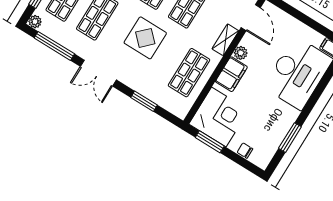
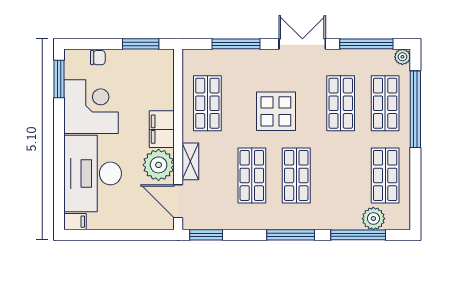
plant: (241, 53) -> (159, 165), width x1.88, depth x1.88
window: (144, 101) -> (236, 44), width x1.44
corner desk: (219, 117) -> (91, 107), moved, turned 180
window: (290, 138) -> (59, 79), moved

